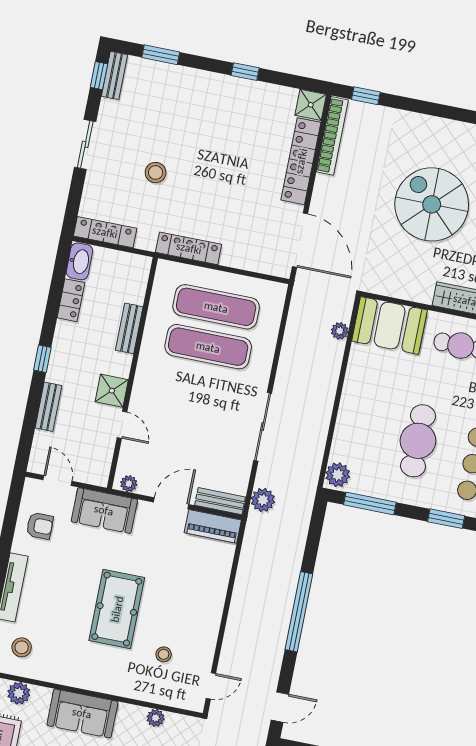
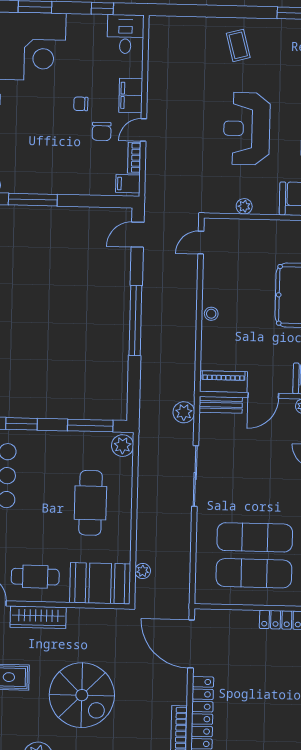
cafe table: (418, 441) -> (90, 503), moved
stool: (164, 654) -> (211, 314), moved

